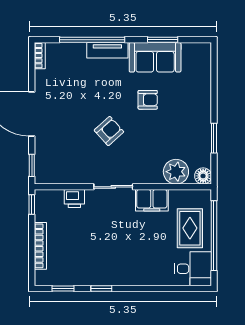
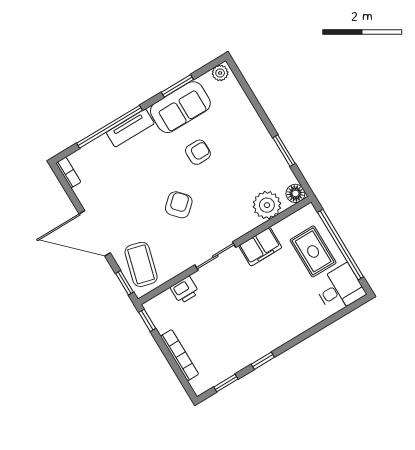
plant: (201, 50) -> (220, 73), added
coffee table: (53, 159) -> (141, 264), added

